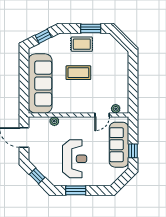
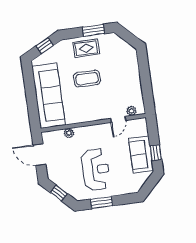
sofa: (119, 145) -> (141, 154), width x0.73

